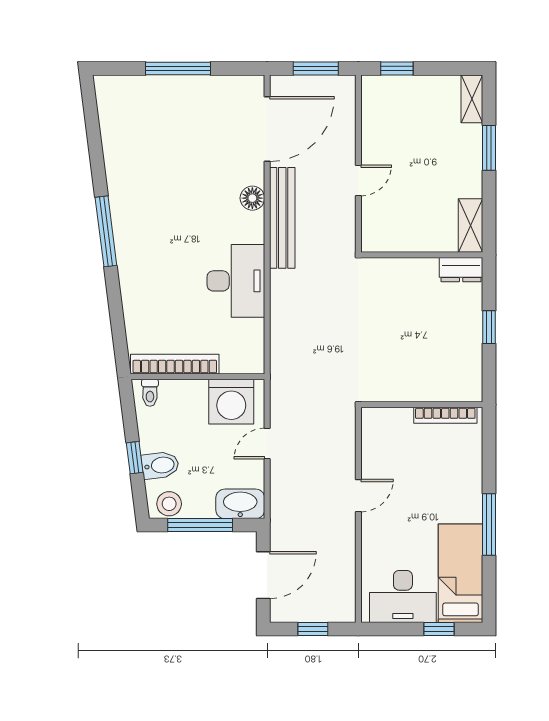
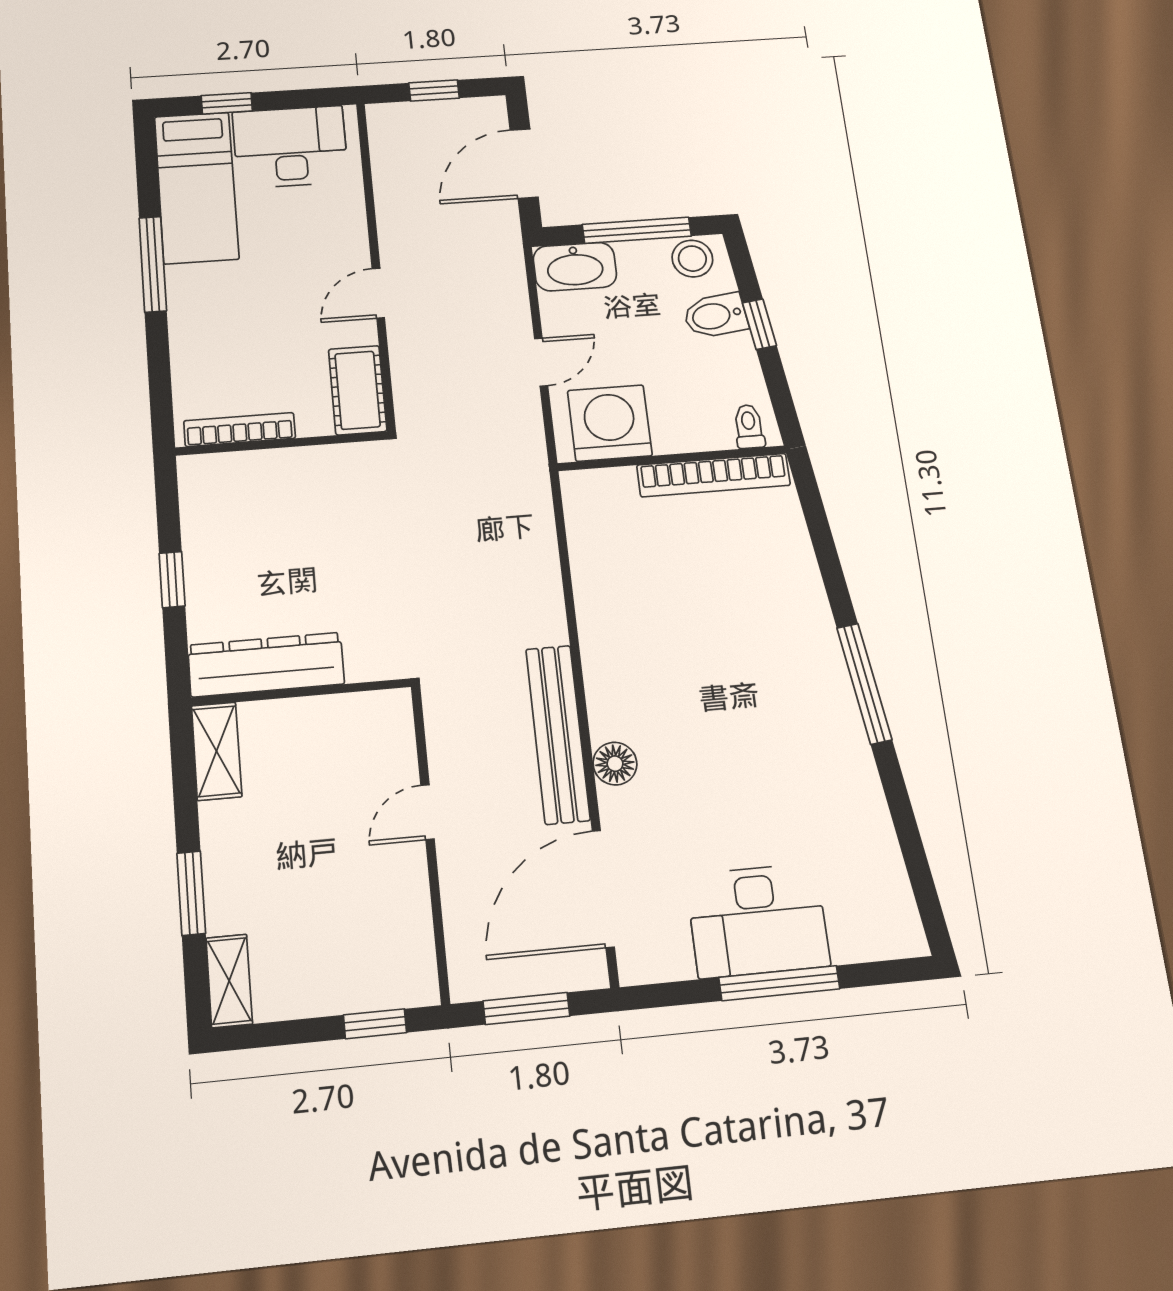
dresser: (461, 270) -> (266, 665), width x1.96, depth x1.24
desk: (236, 281) -> (758, 920), moved, turned -90
cot: (376, 434) -> (358, 390), added

